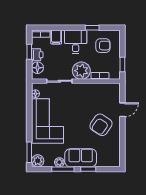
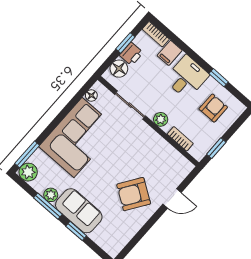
armchair: (103, 46) -> (213, 108), turned -90
plant: (81, 71) -> (161, 119), width x0.53, depth x0.53

